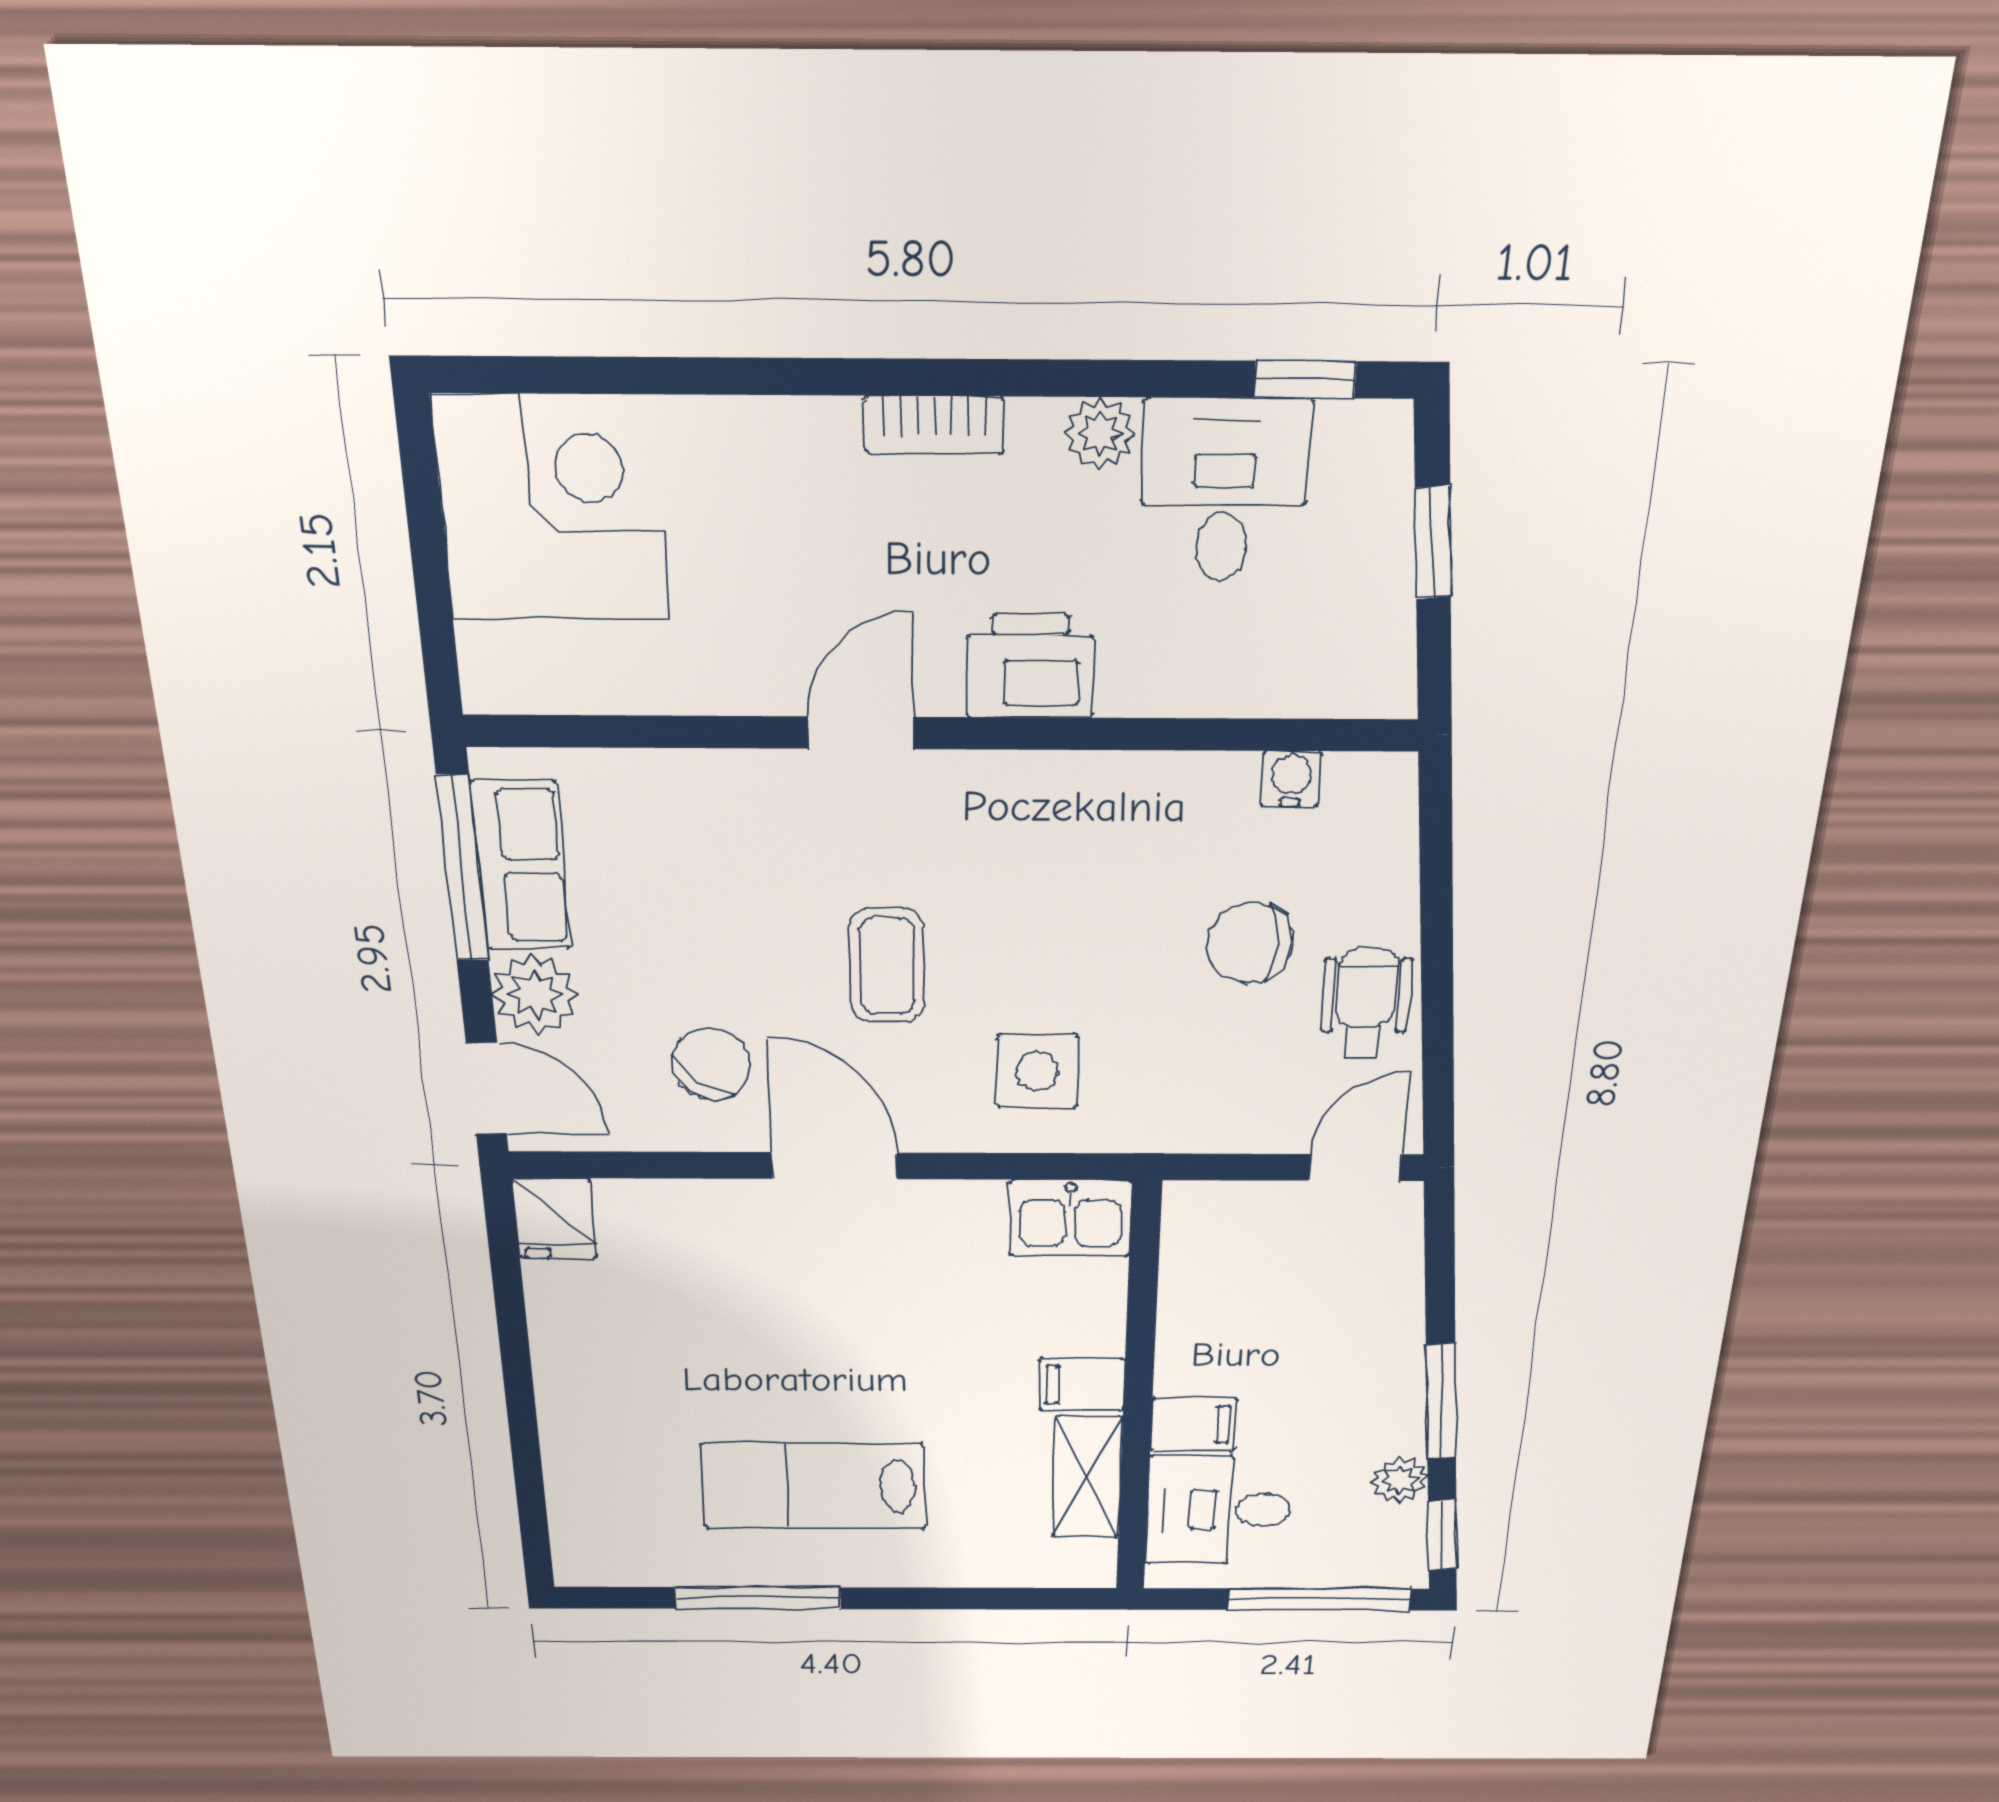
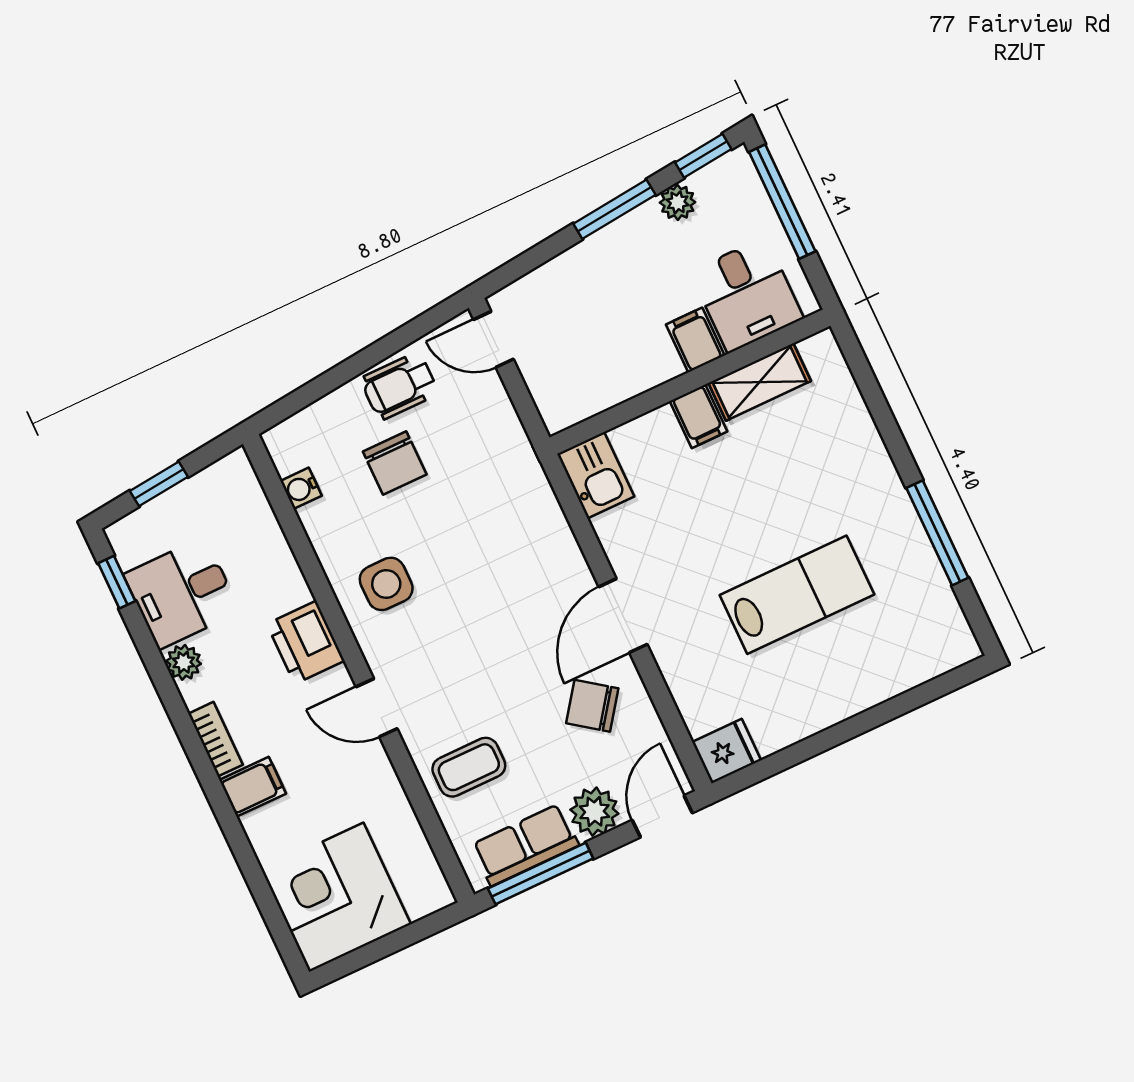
filing cabinet: (817, 452) -> (253, 787), added
coffee table: (887, 966) -> (469, 767), moved
side table: (1037, 1071) -> (386, 584), moved
lab bench: (813, 1486) -> (797, 595), moved, turned -90

